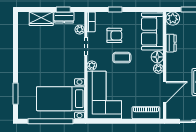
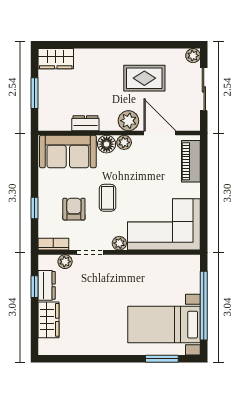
plant: (173, 19) -> (128, 121), moved
bed with nightstands: (60, 99) -> (164, 325), moved, turned 90

